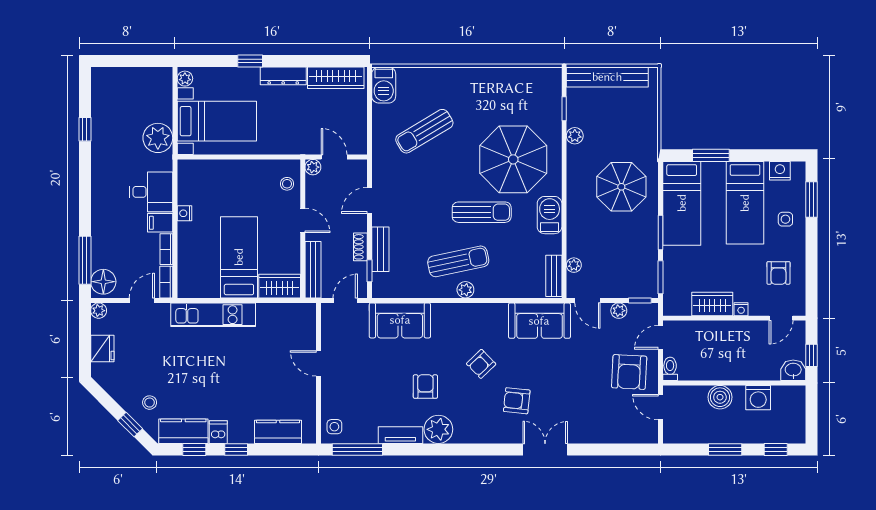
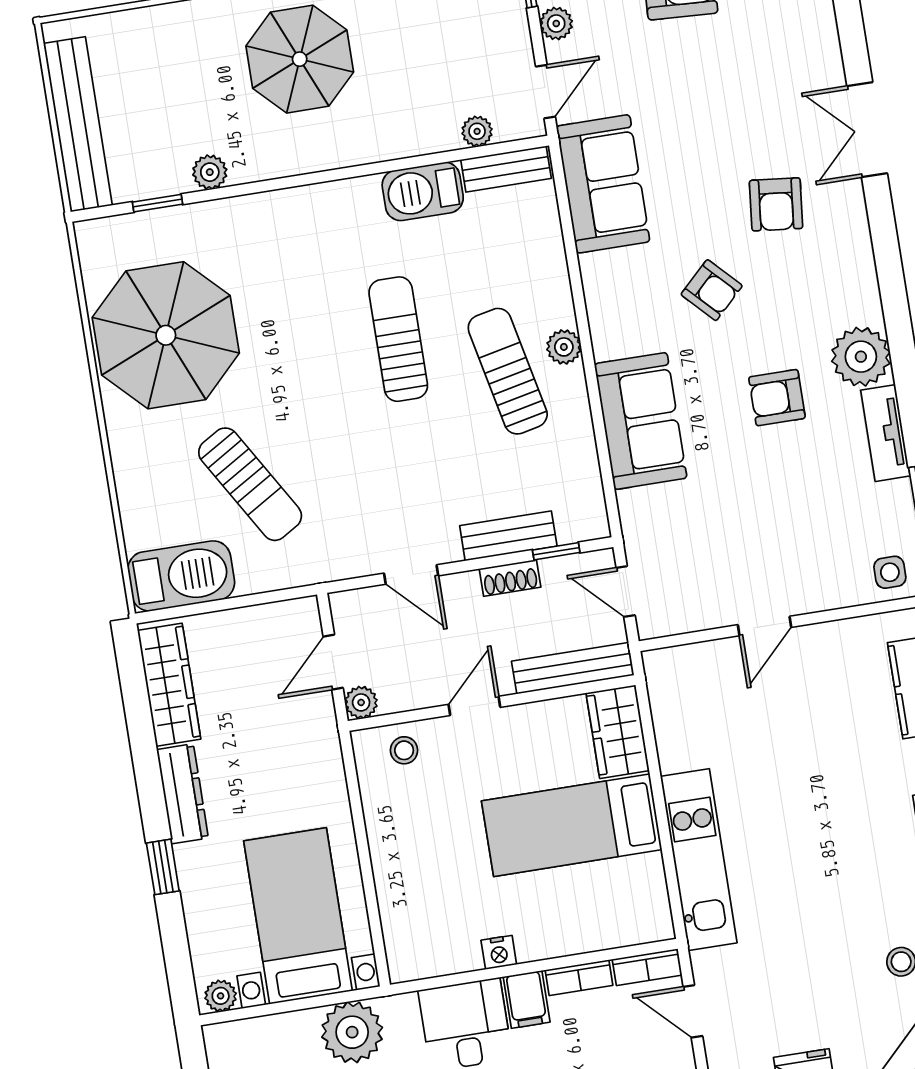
barbecue: (384, 85) -> (181, 576), width x1.37, depth x1.21
parasol: (513, 159) -> (166, 335), moved
barbecue: (550, 215) -> (423, 191), moved
sofa: (400, 320) -> (641, 421), moved

